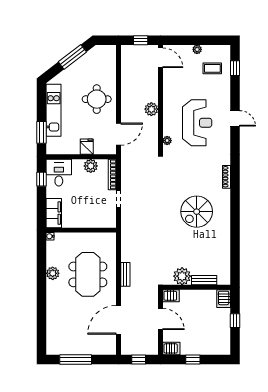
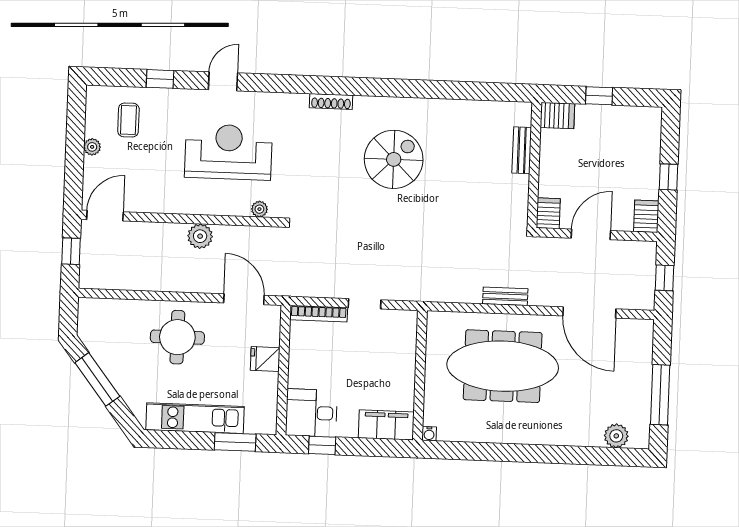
window: (235, 68) -> (160, 79), moved
plant: (91, 166) -> (301, 353), removed
spiral stairs: (197, 212) -> (394, 159), turned -90
plant: (53, 273) -> (616, 436), moved
meeting table: (88, 274) -> (503, 366), width x1.36
plant: (182, 276) -> (513, 191), removed

